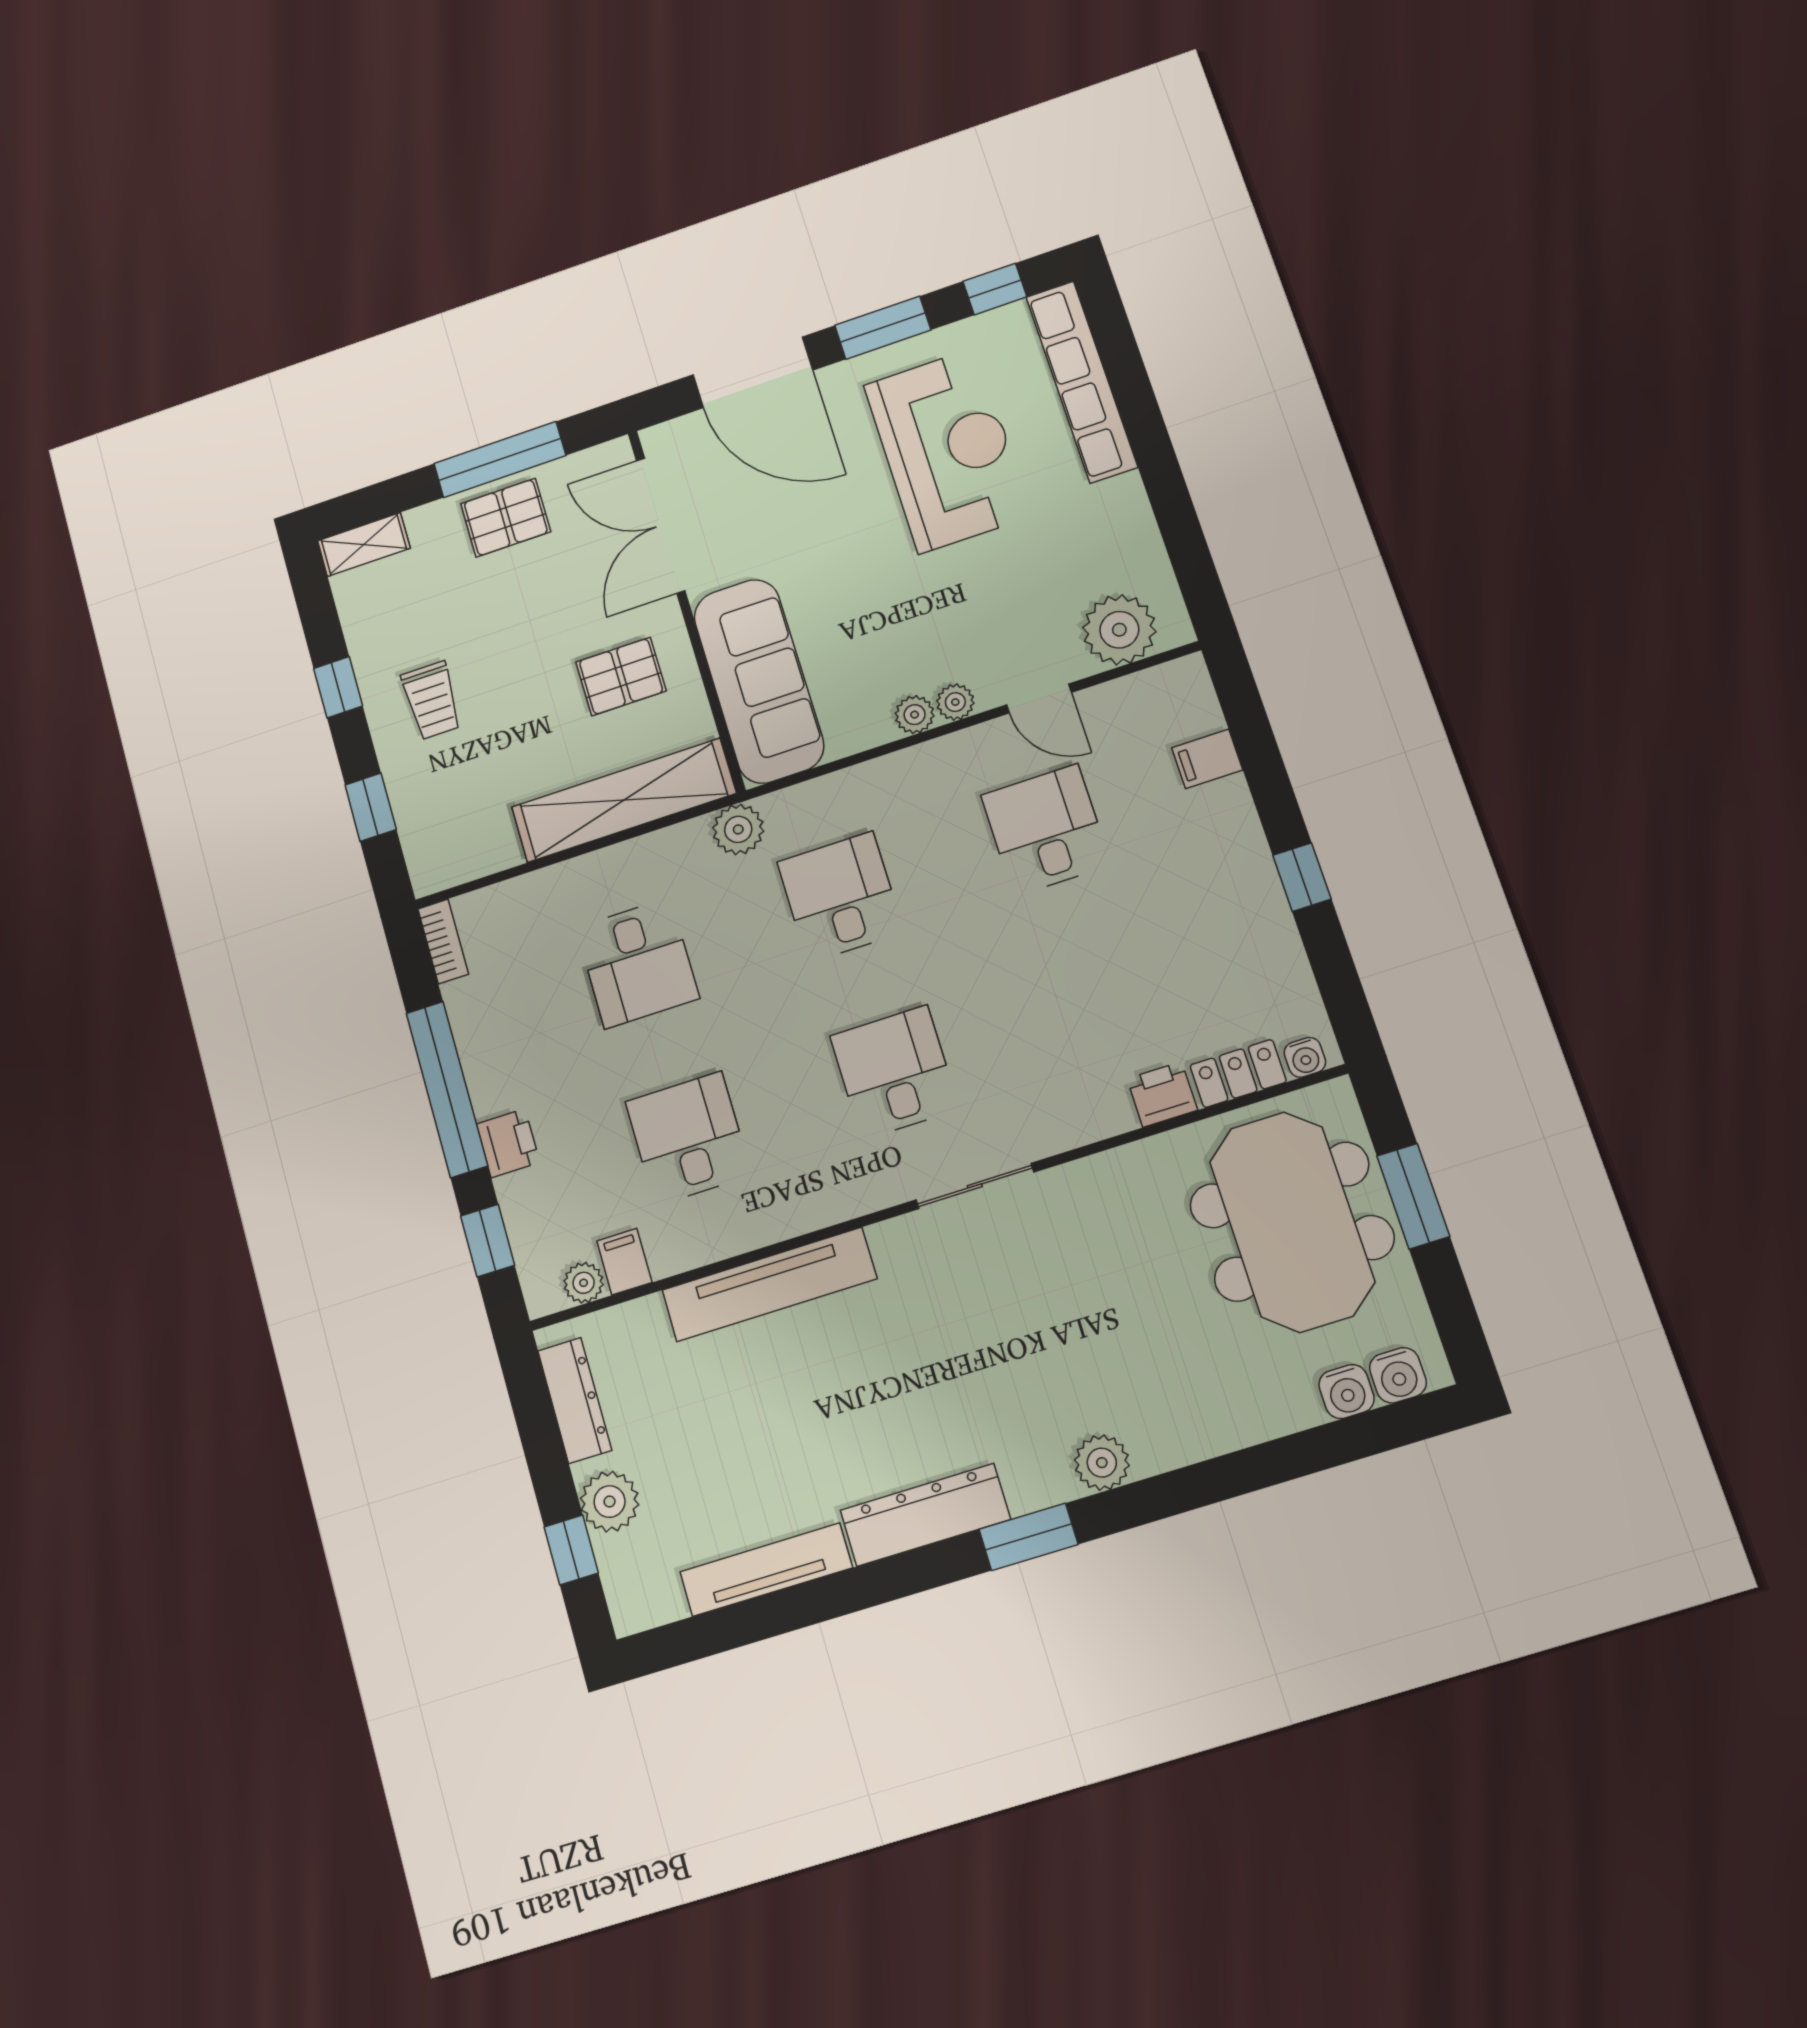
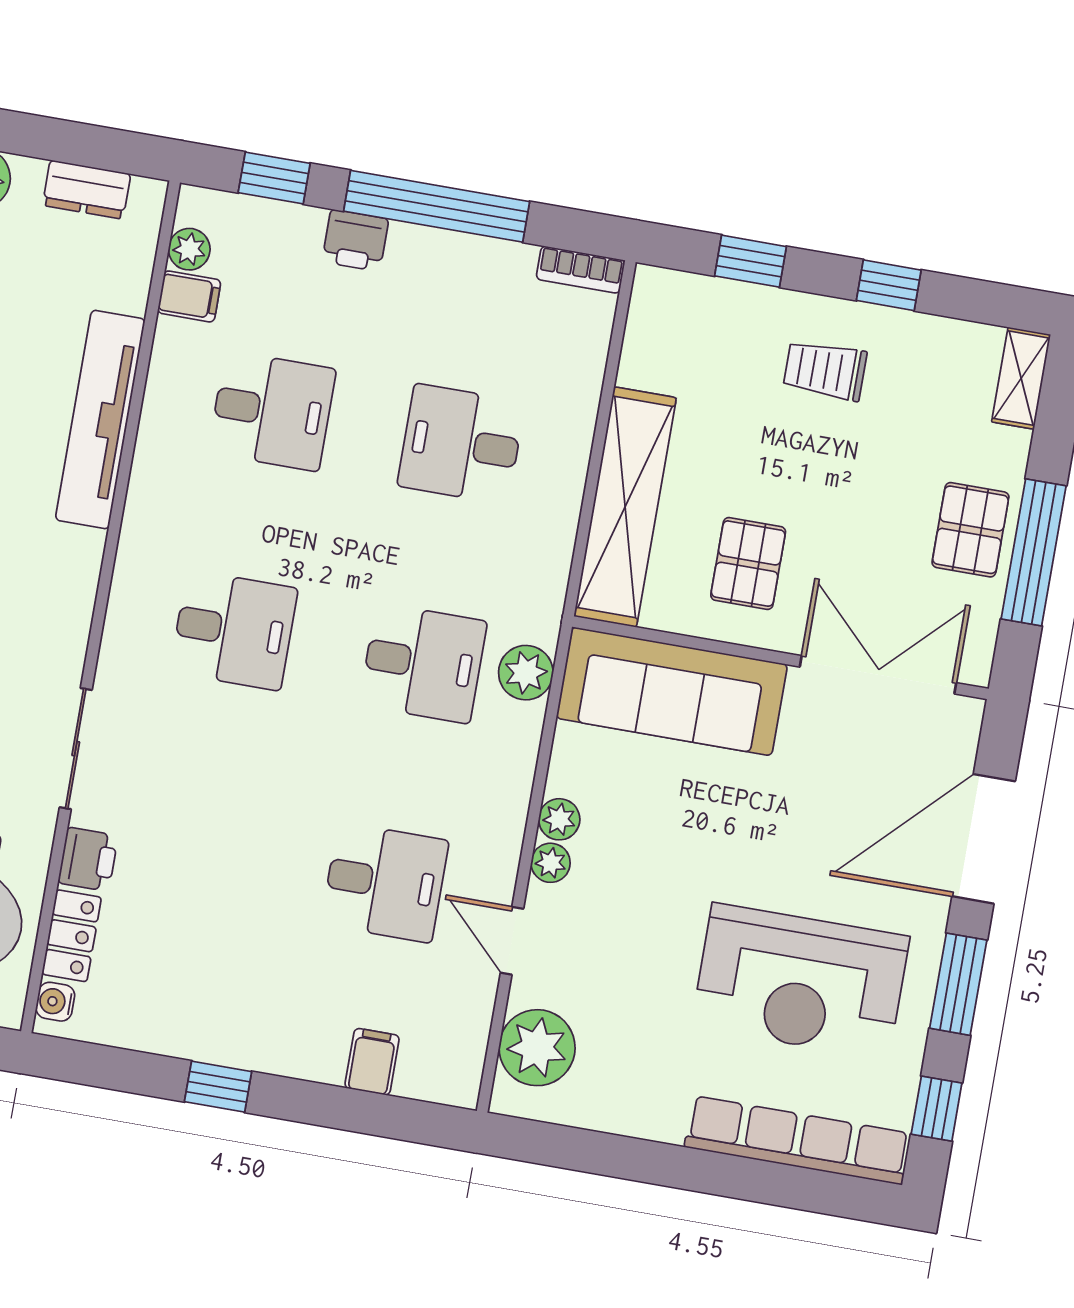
door: (1039, 699) -> (512, 941), hinge flipped
plant: (738, 829) -> (526, 673), moved
sliding door: (975, 1186) -> (76, 749), moved
dresser: (575, 1400) -> (87, 190), width x0.70

